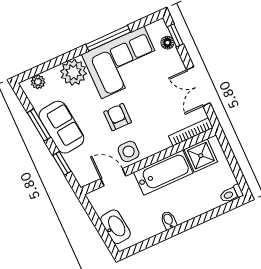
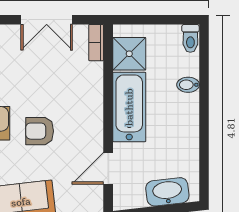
bookcase: (191, 132) -> (96, 43), width x0.64
side table: (129, 151) -> (86, 136), removed
bidet: (169, 220) -> (188, 85), moved

